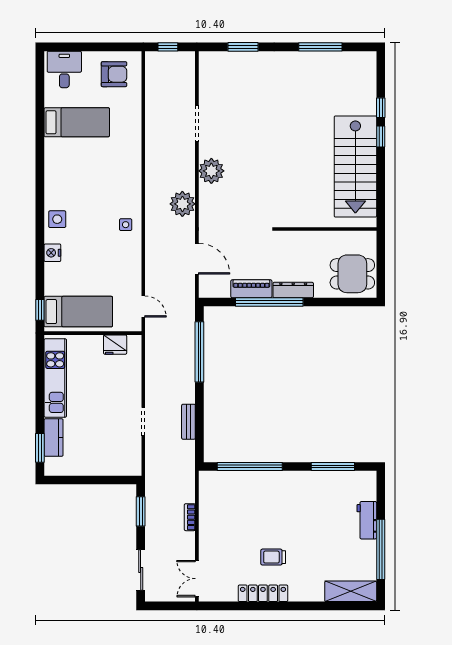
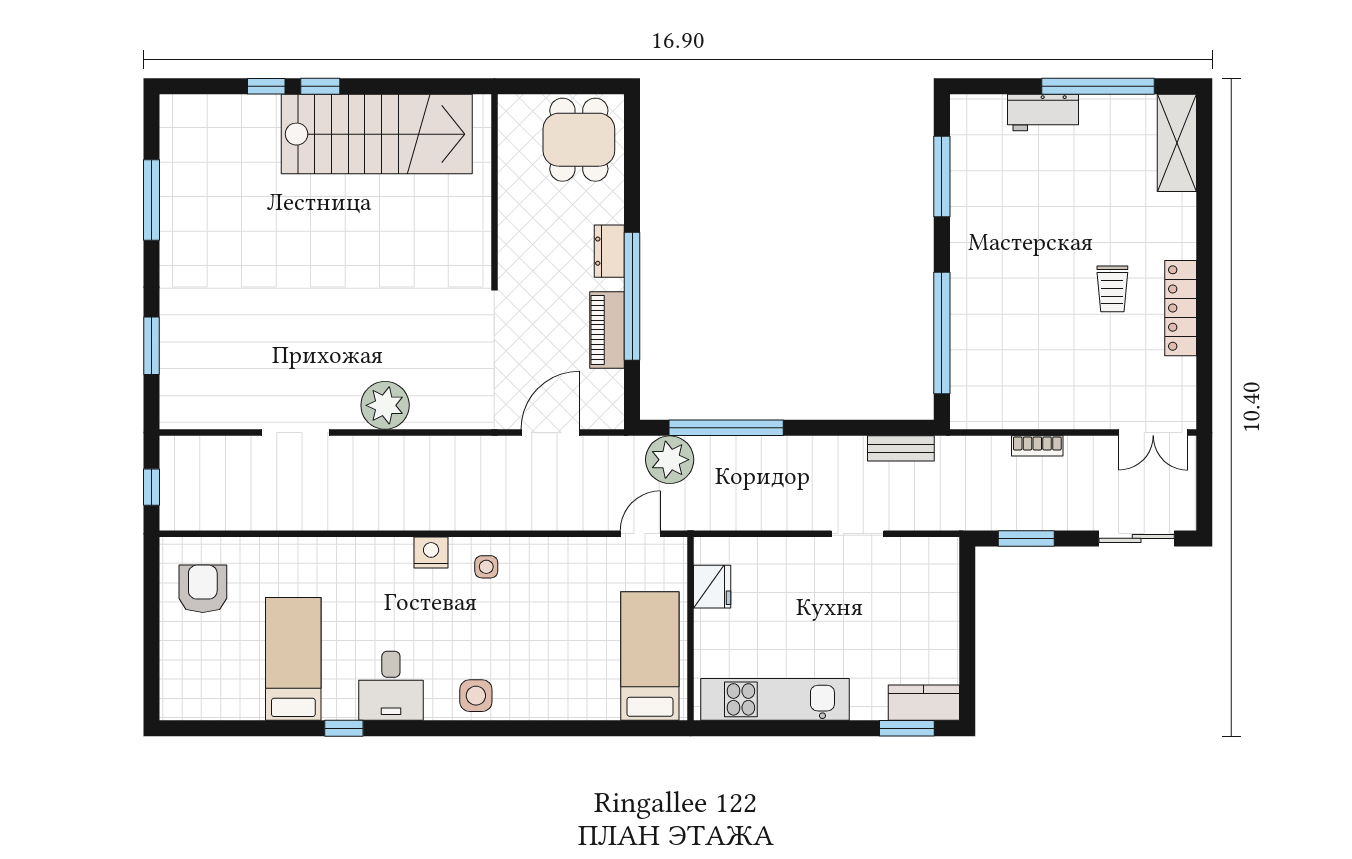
desk: (64, 69) -> (391, 686), moved, turned -90
plant: (182, 204) -> (670, 460), moved
nightstand: (52, 253) -> (431, 552), moved, turned 180
dresser: (293, 290) -> (609, 251), width x0.70
window: (40, 310) -> (344, 728), moved
bench: (188, 422) -> (901, 448), moved
kitchen counter: (54, 437) -> (924, 703), moved

